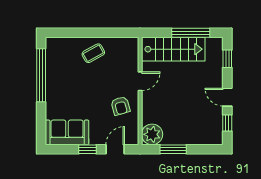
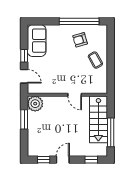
armchair: (120, 106) -> (80, 40), moved

